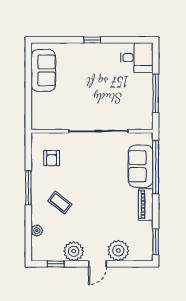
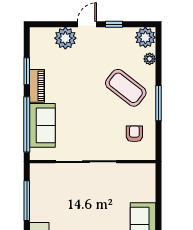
coffee table: (60, 203) -> (126, 88), width x1.86, depth x1.72
window: (156, 242) -> (27, 71), moved
plant: (74, 251) -> (145, 37), moved
window: (56, 264) -> (114, 24), moved

